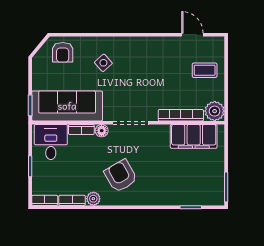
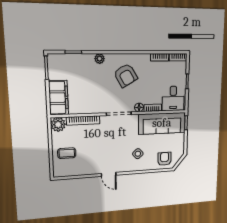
door: (192, 35) -> (109, 174), moved
filing cabinet: (194, 136) -> (58, 98), moved, turned 90
plant: (93, 199) -> (100, 59), moved

